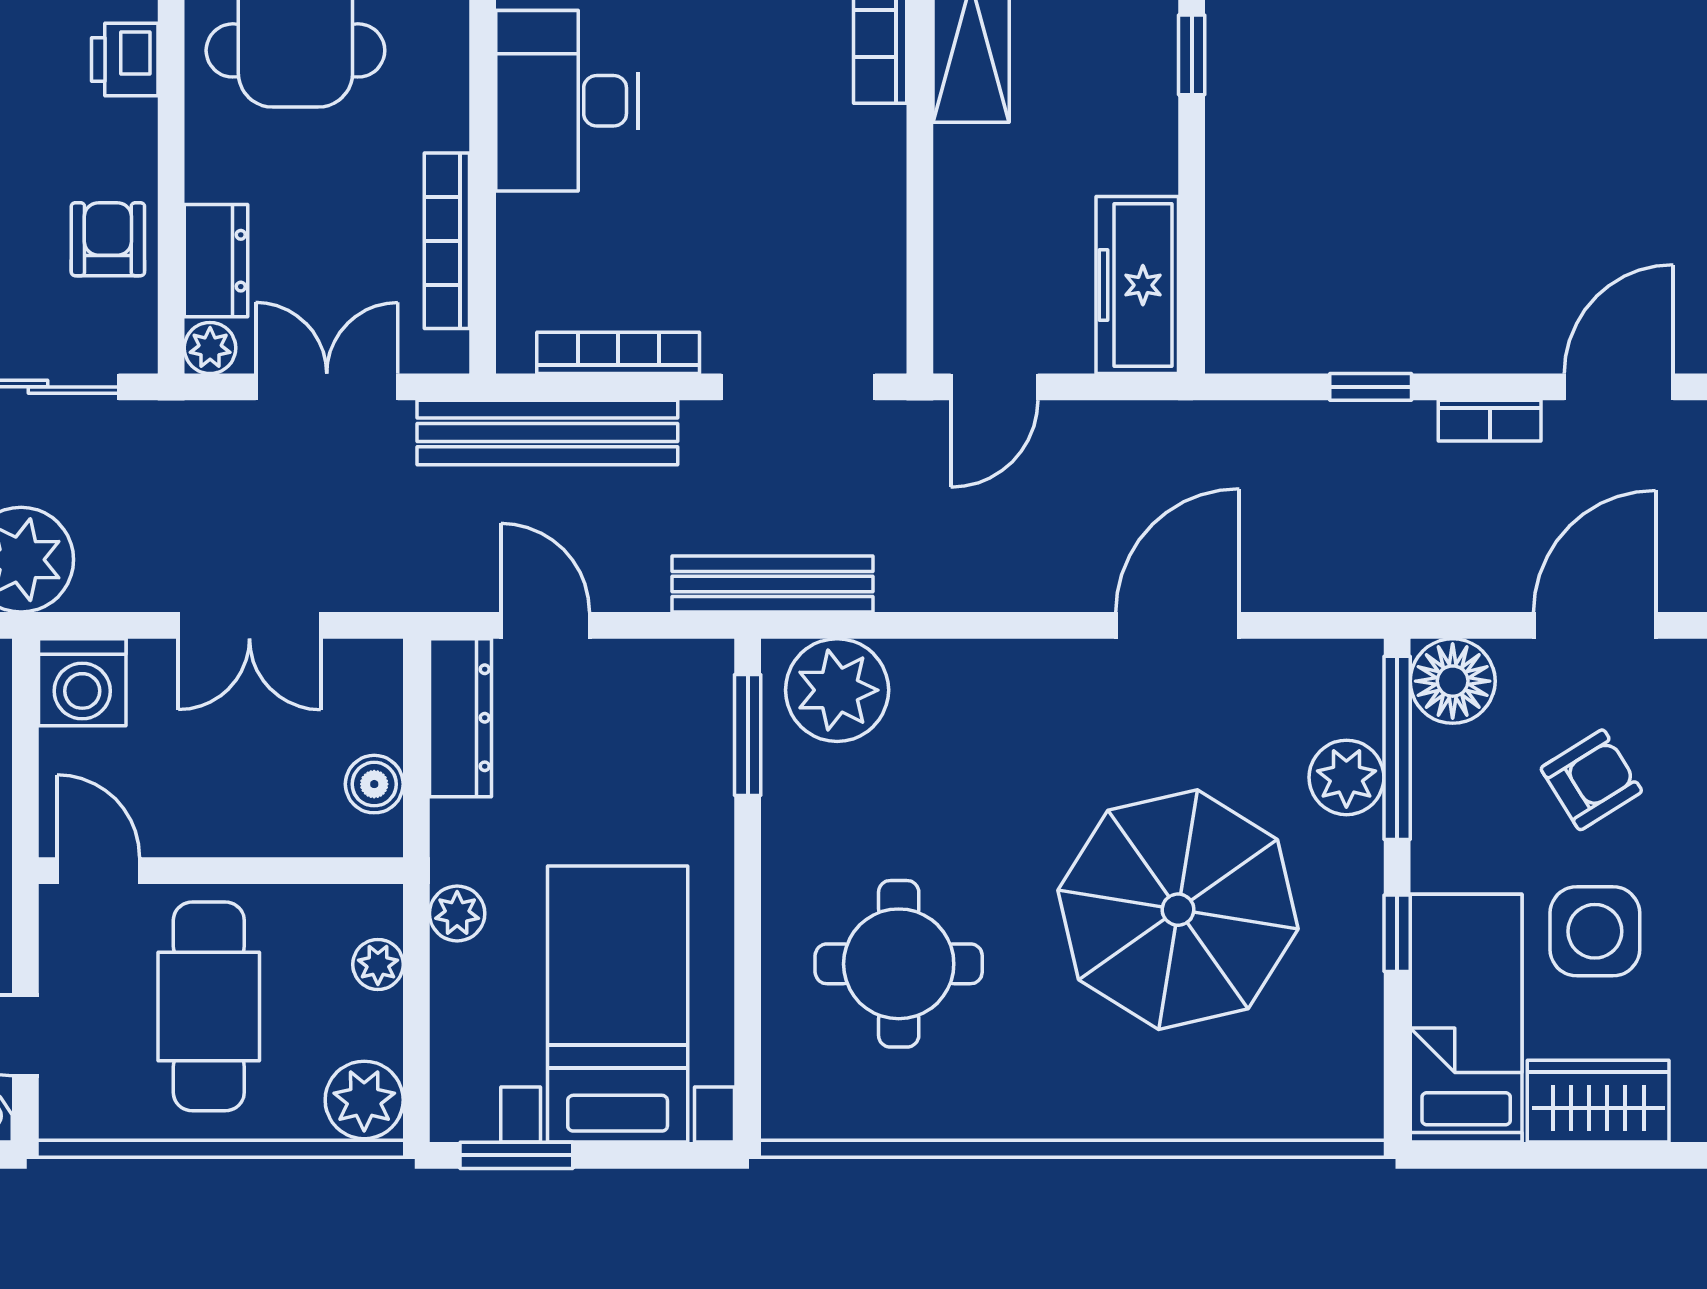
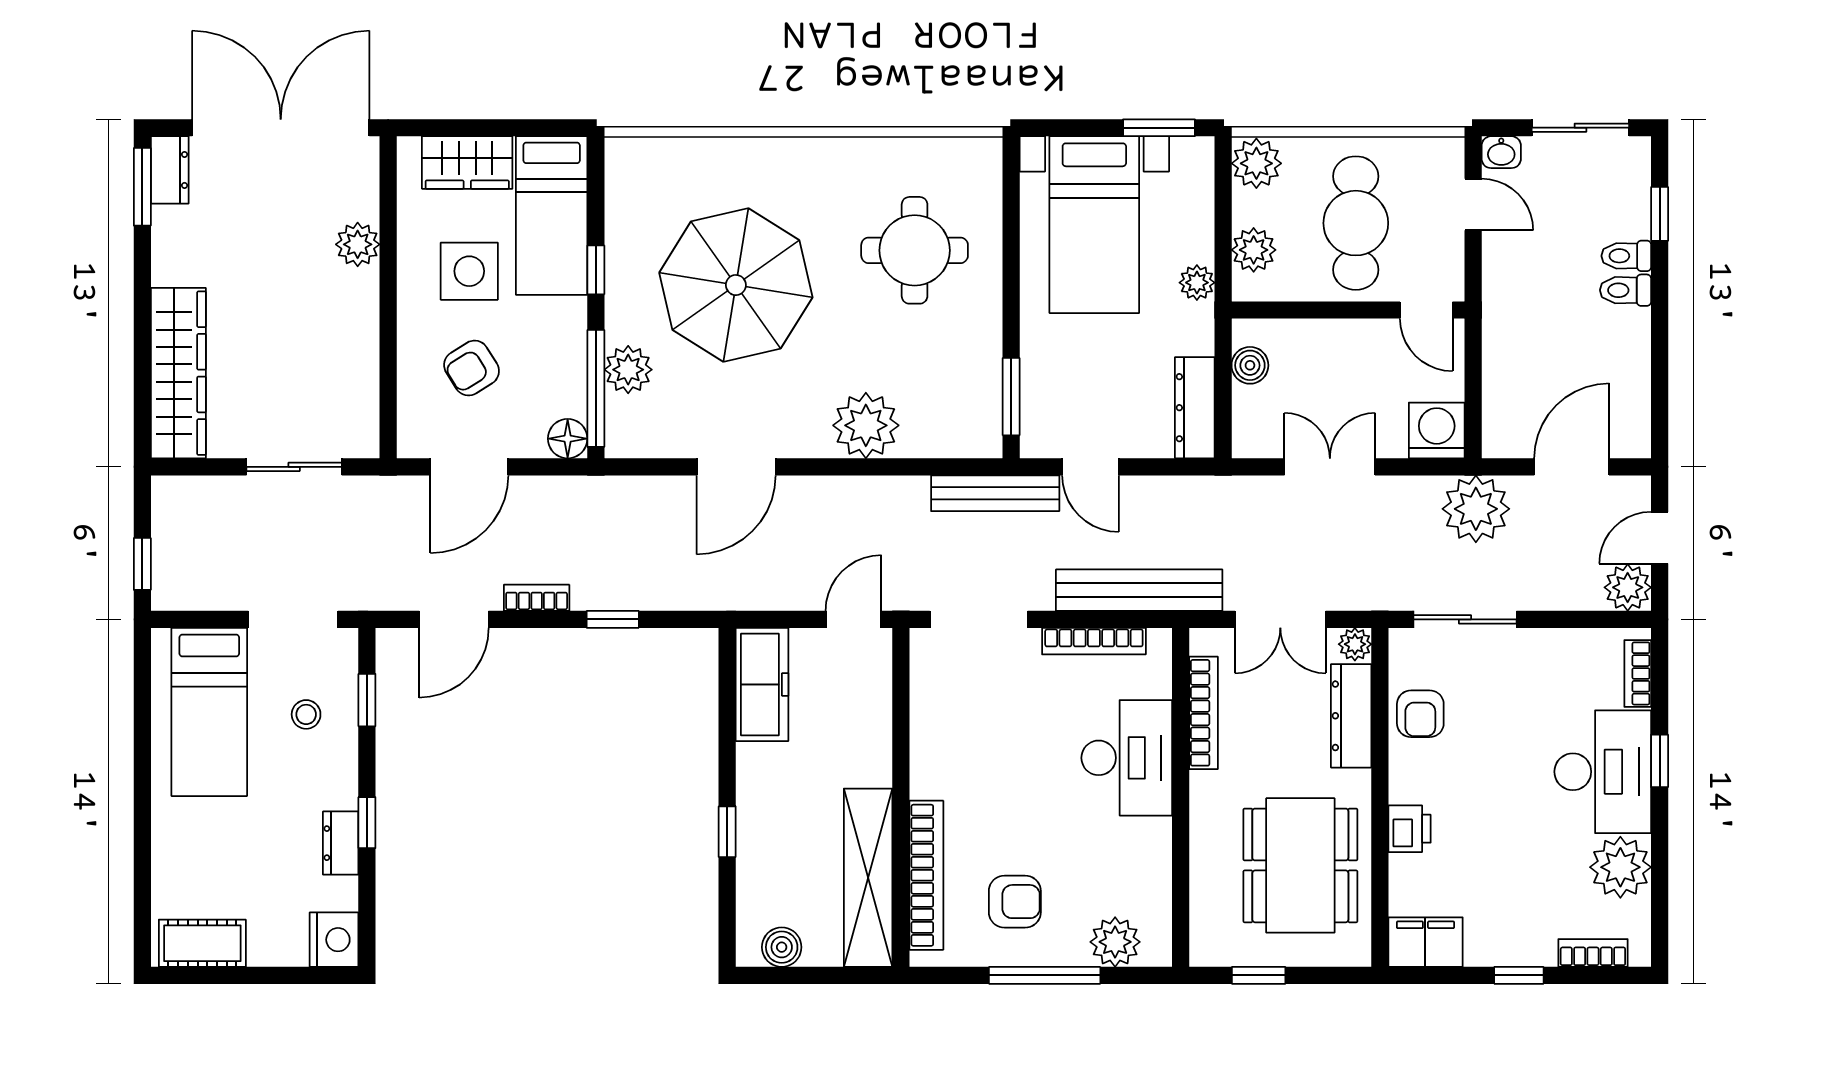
desk: (567, 101) -> (1127, 758), moved
dresser: (216, 261) -> (1351, 716), width x1.44
door: (545, 625) -> (1091, 467), moved
floor lamp: (1453, 681) -> (568, 439), width x0.73, depth x0.73
plant: (837, 690) -> (866, 425), moved
plant: (378, 964) -> (1254, 250), width x1.38, depth x1.38

